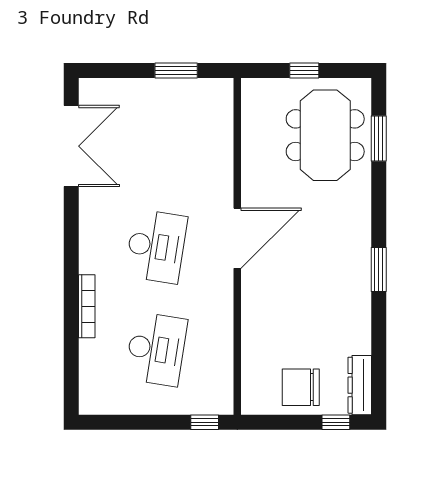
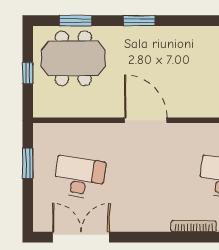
desk: (156, 246) -> (79, 177), moved
window: (379, 269) -> (139, 21), moved

